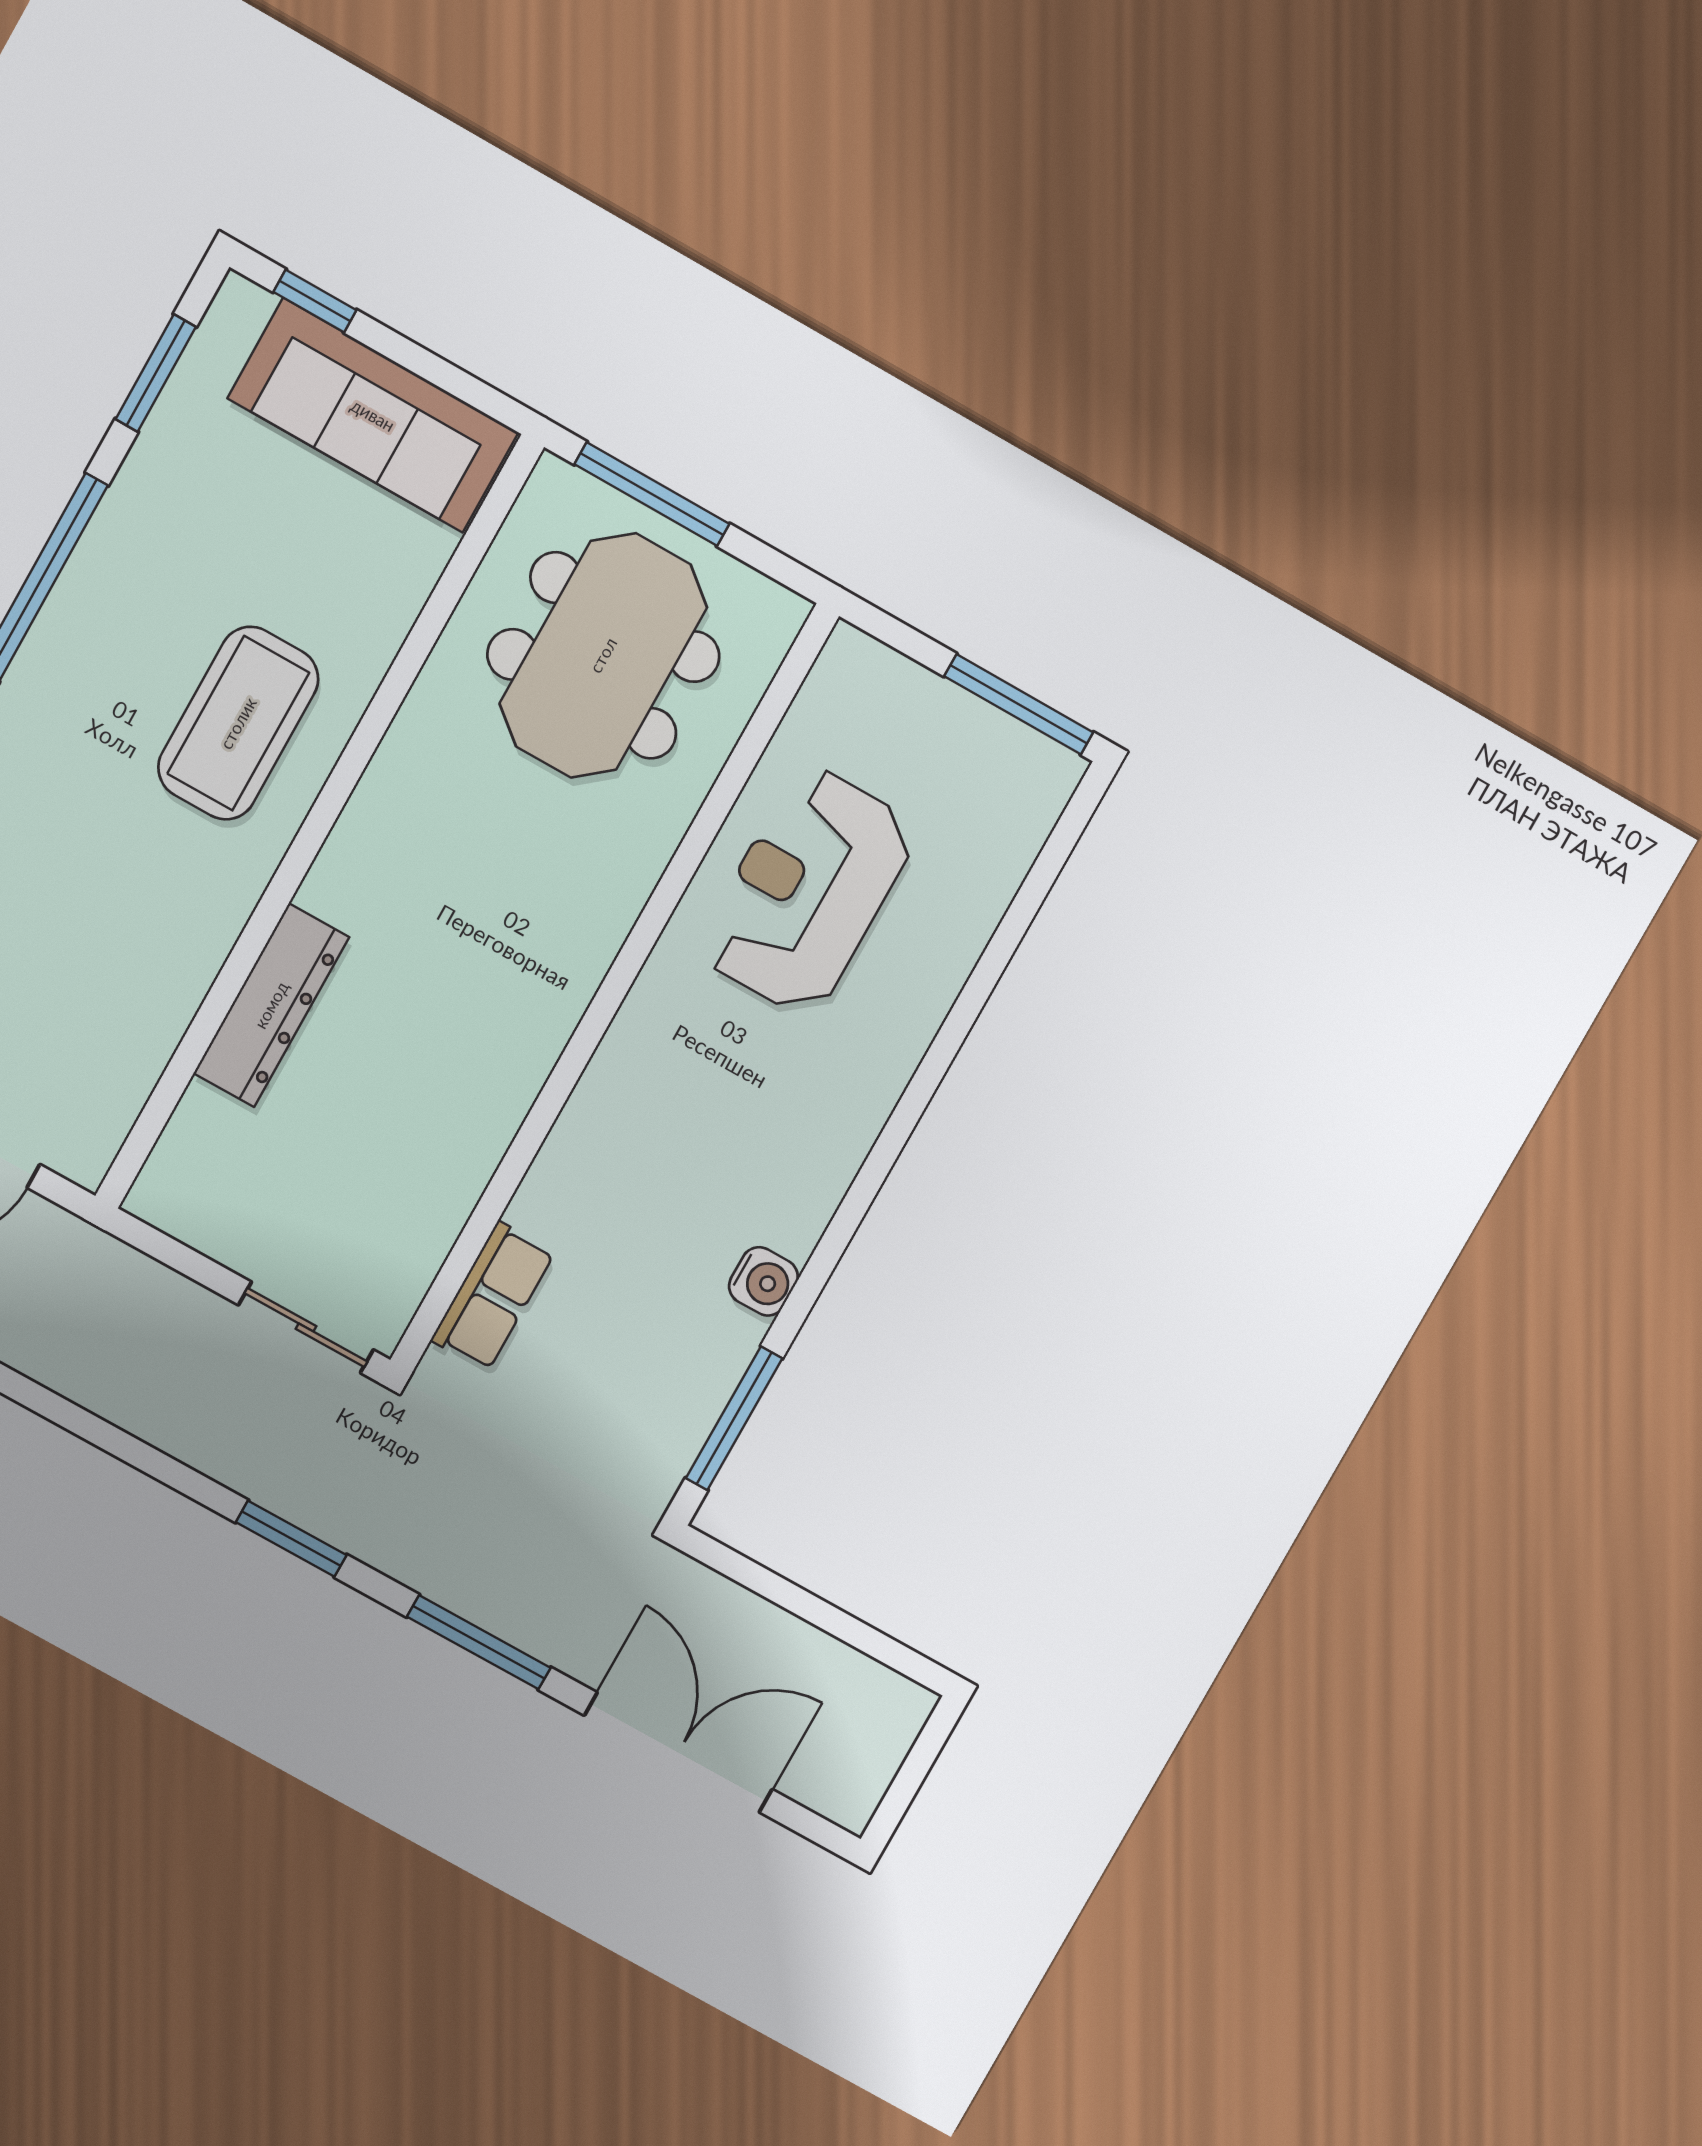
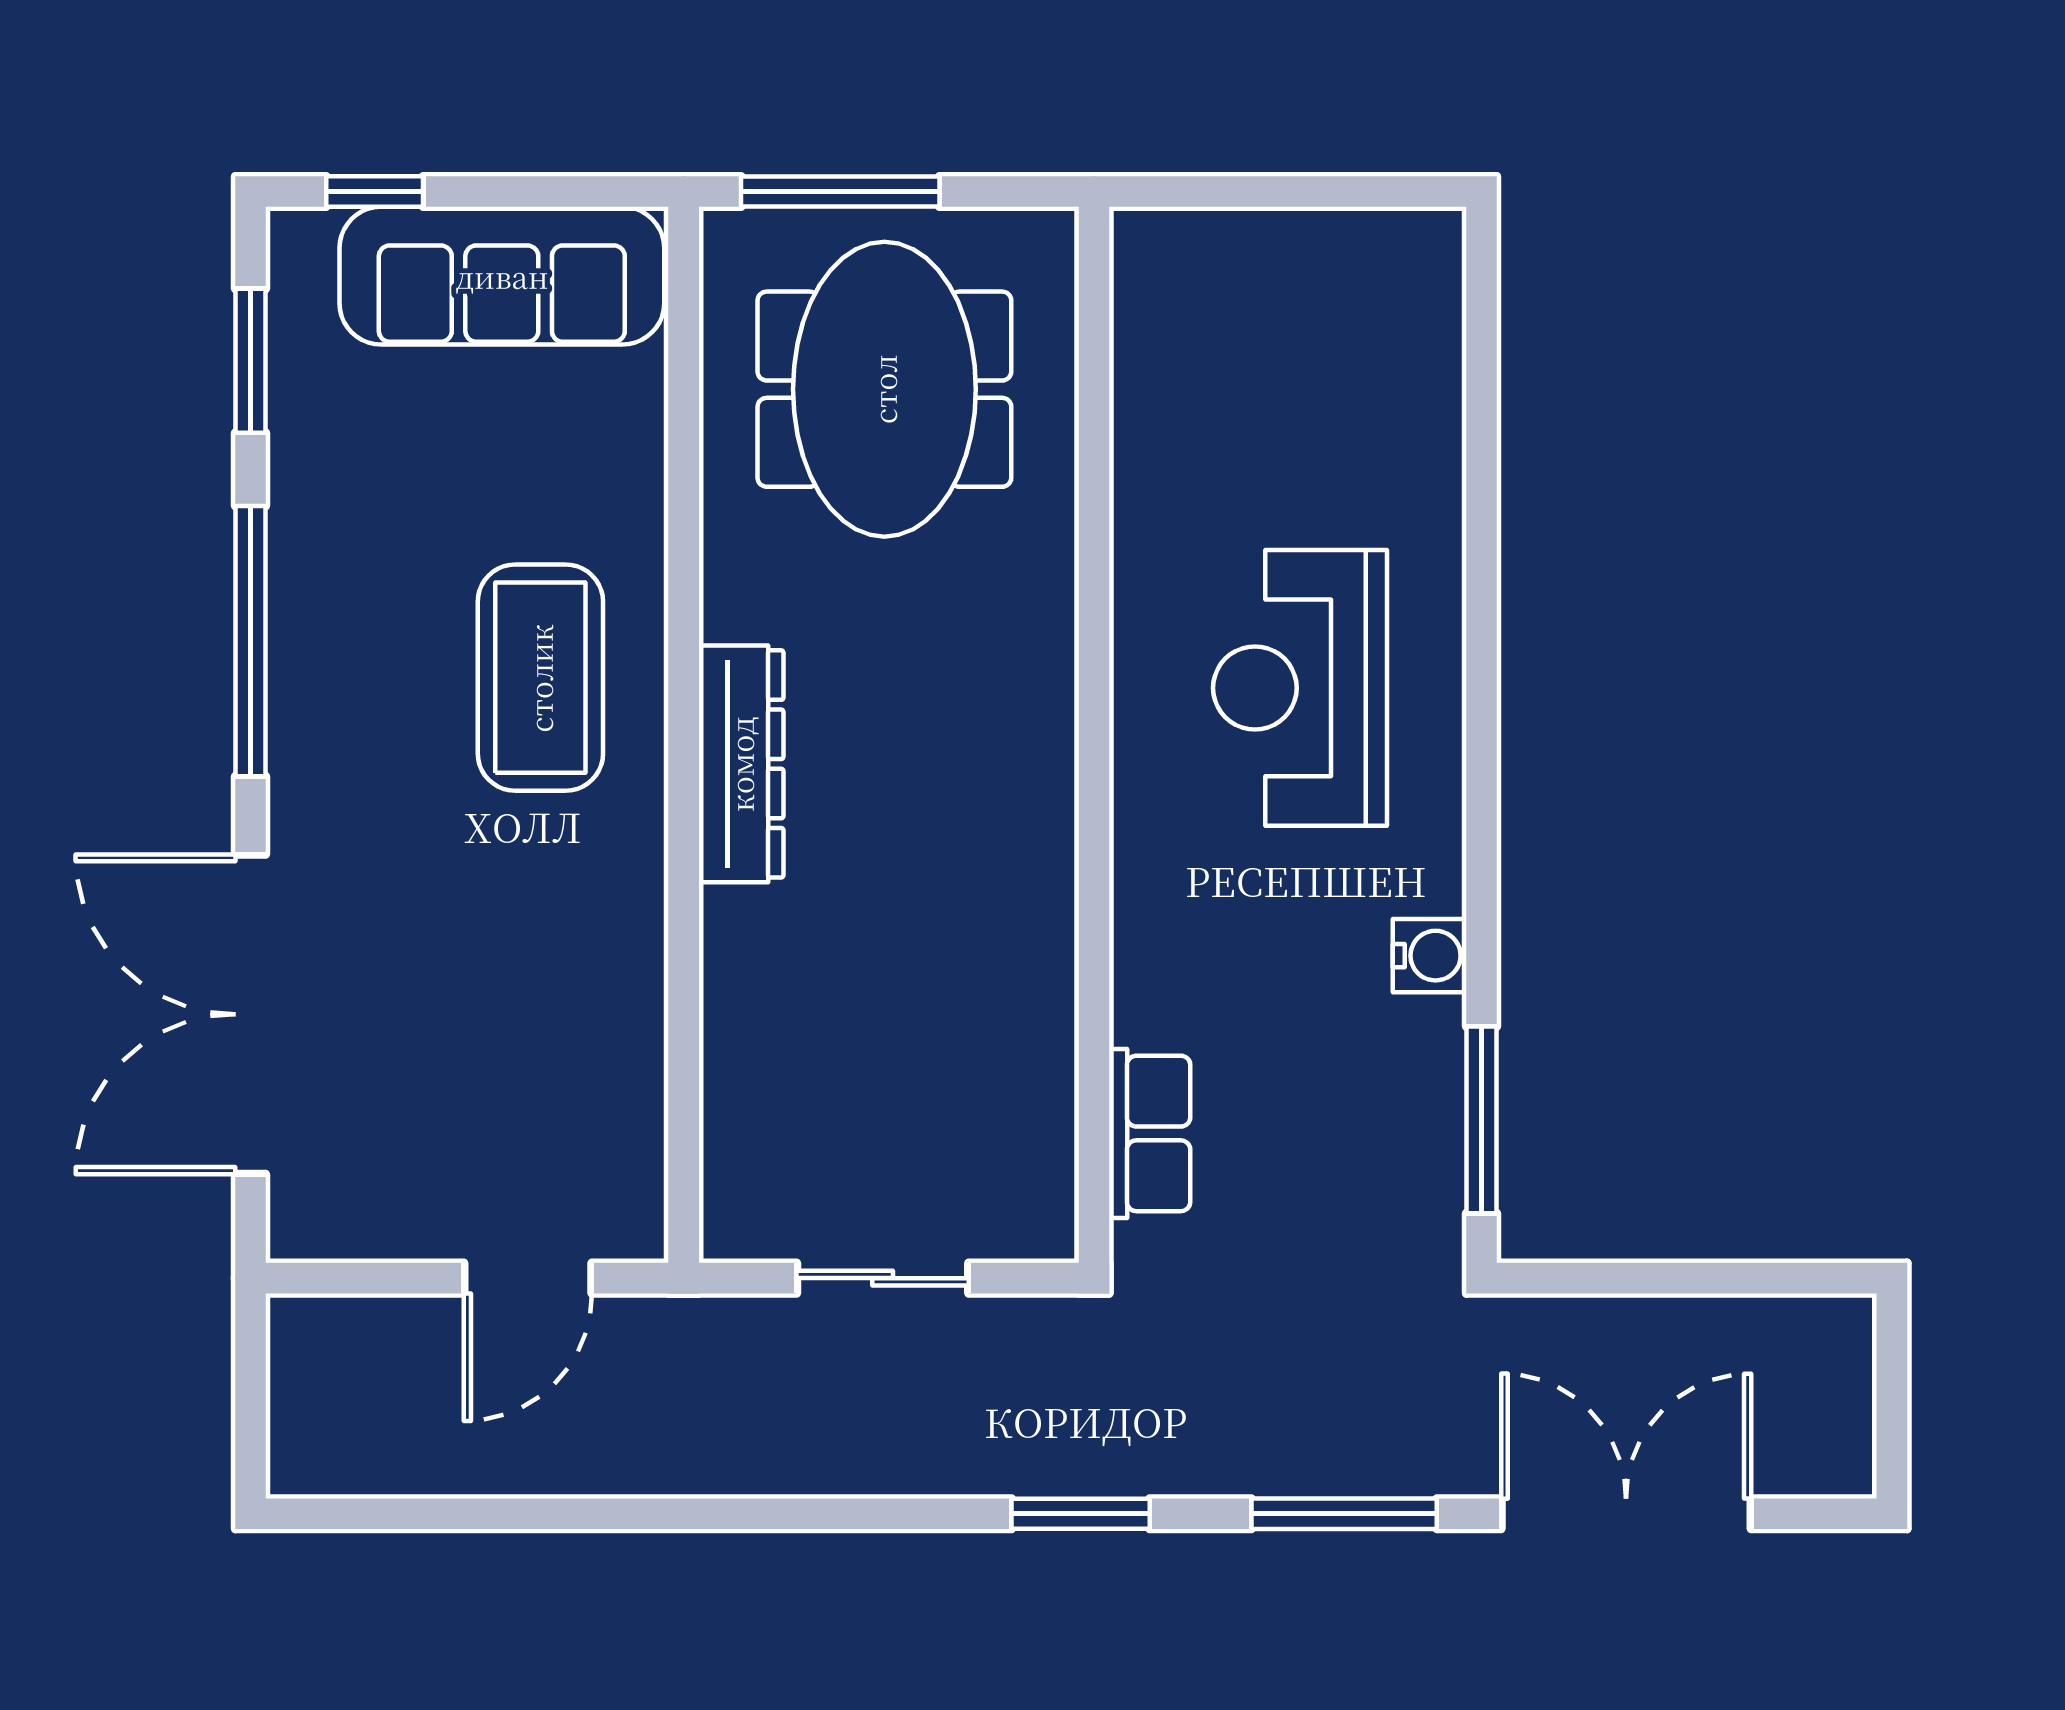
window: (1019, 704) -> (1353, 192), removed
reception desk: (807, 891) -> (1300, 688), moved
dresser: (271, 1005) -> (741, 764), moved
sliding door: (306, 1327) -> (883, 1278), moved

